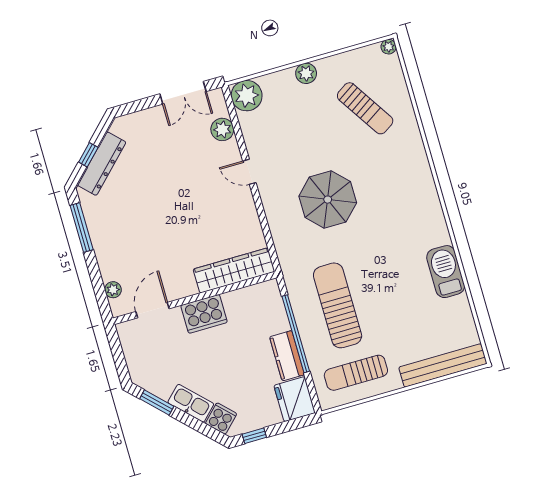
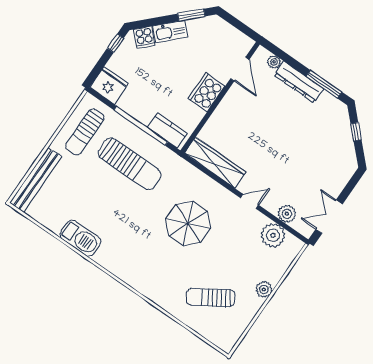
plant: (389, 47) -> (227, 347), removed
plant: (247, 96) -> (273, 235), moved
dresser: (102, 164) -> (299, 82), moved, turned -45
wardrobe: (234, 270) -> (215, 163), moved, turned -90
kitchen counter: (287, 356) -> (167, 130), moved
sun lounger: (356, 373) -> (85, 132), turned 180

